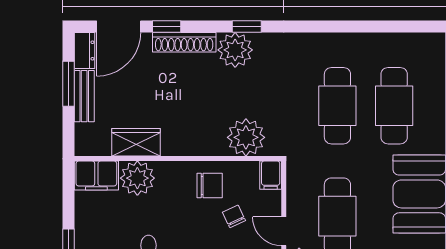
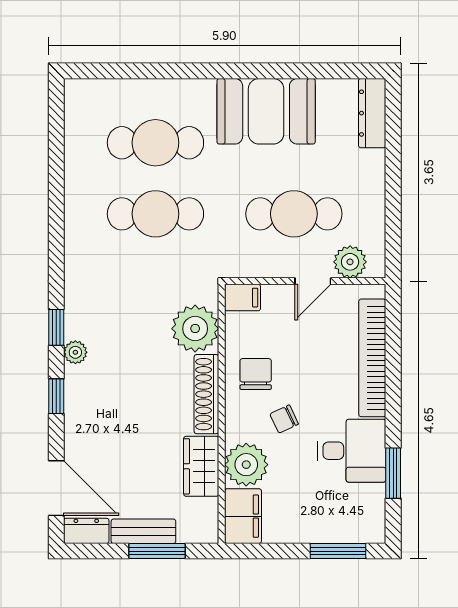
window: (167, 27) -> (56, 396), moved
shoe rack: (184, 42) -> (206, 394), moved, turned 180
plant: (235, 50) -> (75, 352), width x0.53, depth x0.53
window: (68, 84) -> (157, 551), moved
chair: (234, 216) -> (284, 419), moved

